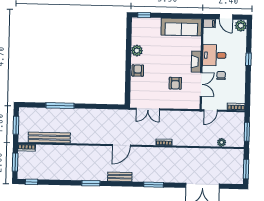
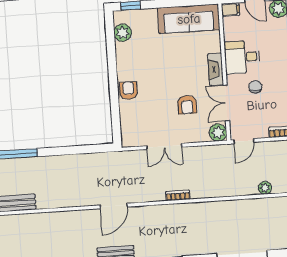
plant: (137, 51) -> (123, 33), moved
double door: (201, 84) -> (226, 103), swing flipped
plant: (194, 103) -> (218, 133), added
double door: (148, 109) -> (164, 146), moved

